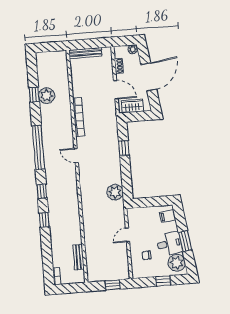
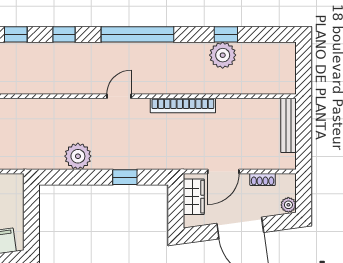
plant: (115, 192) -> (78, 156), moved

